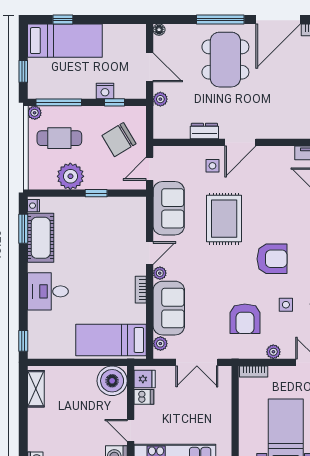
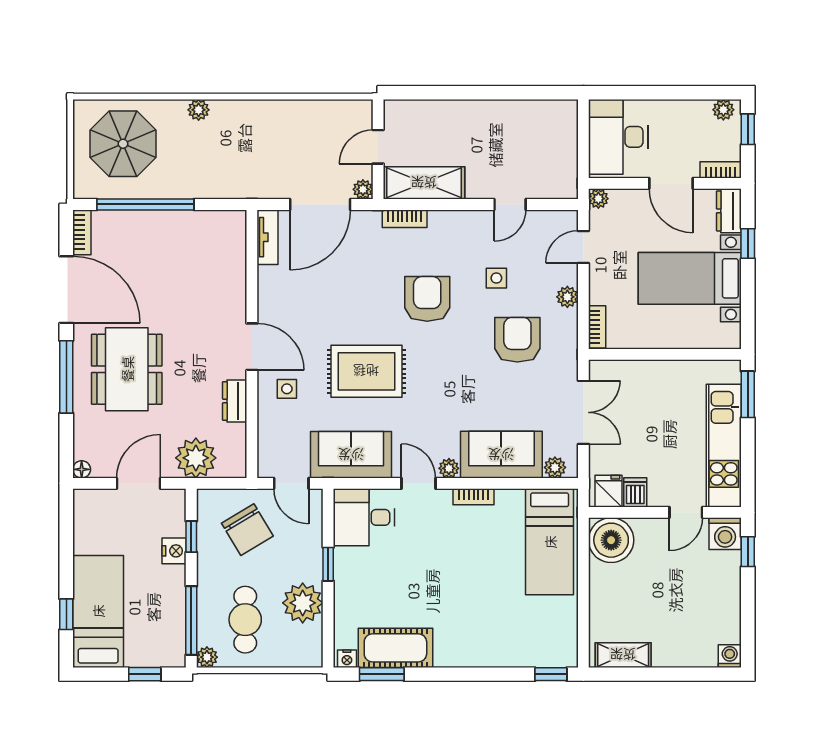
dining table: (225, 60) -> (127, 369), turned 90
plant: (160, 99) -> (196, 458), width x1.87, depth x1.87
desk: (48, 291) -> (364, 517), moved, turned 90
armchair: (245, 319) -> (517, 340), turned -90

